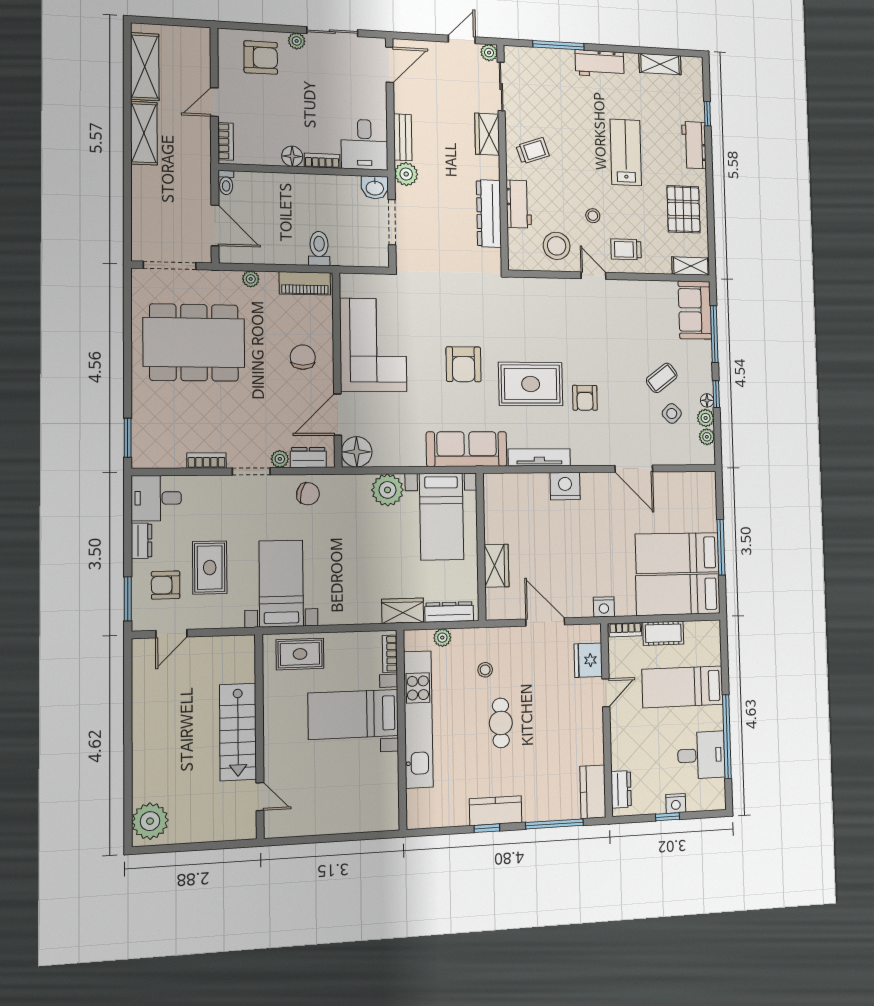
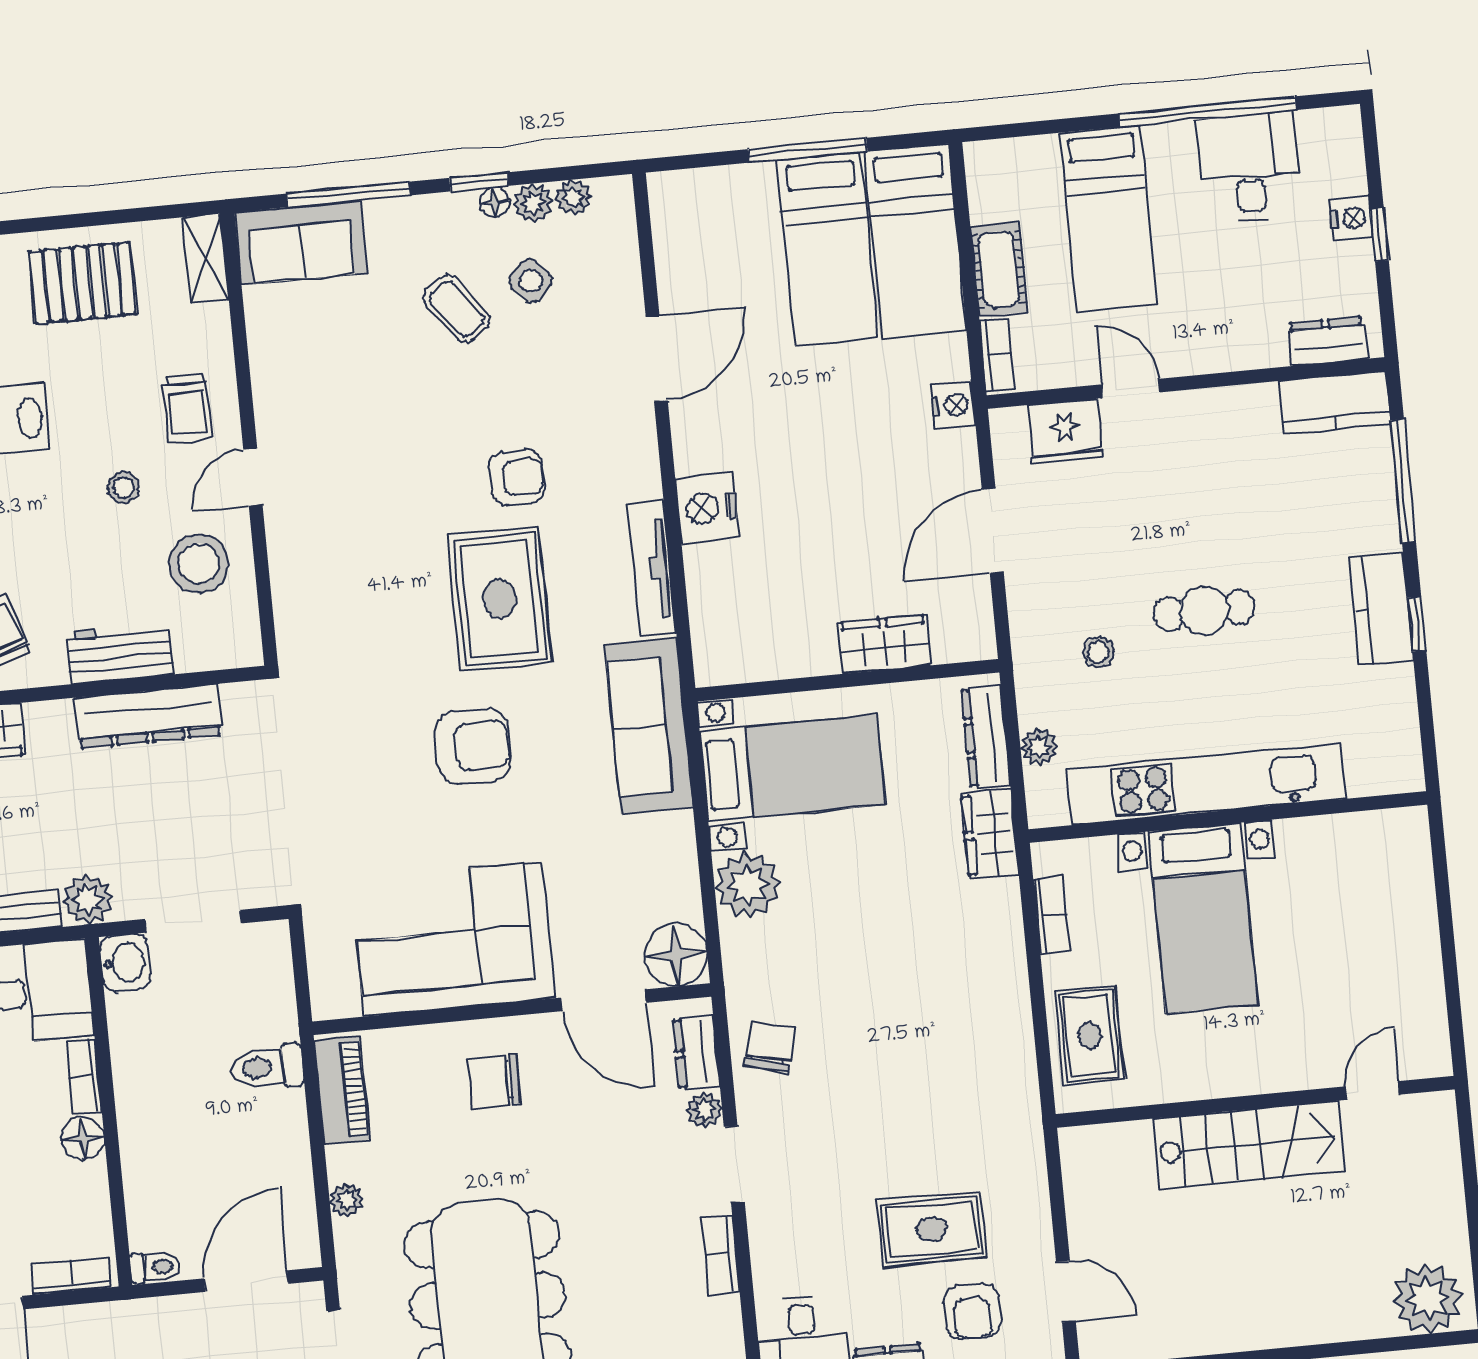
bed with nightstands: (281, 584) -> (953, 1085), removed
bookcase: (390, 654) -> (1051, 915), moved, turned -90

